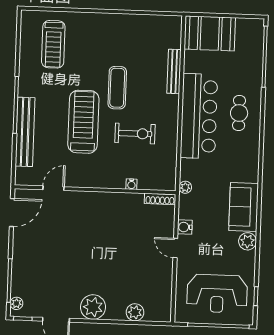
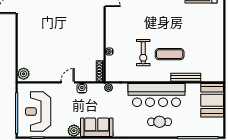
exercise mat: (117, 88) -> (170, 54), moved
treadmill: (83, 122) -> (150, 18), removed
plant: (93, 307) -> (26, 29), removed
plant: (135, 312) -> (24, 74), moved

